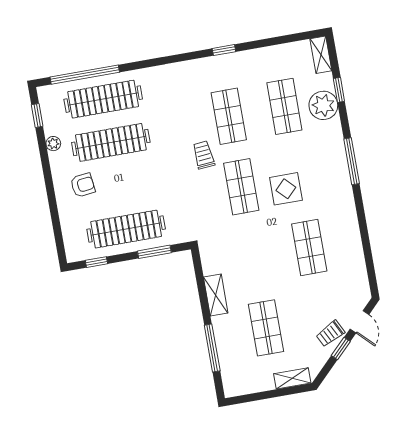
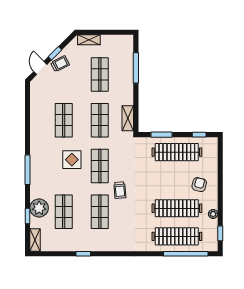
window: (224, 50) -> (83, 254), moved
armchair: (83, 185) -> (199, 185), turned 111
shop shelf: (254, 257) -> (100, 120), added
shelving: (216, 295) -> (128, 118), moved

